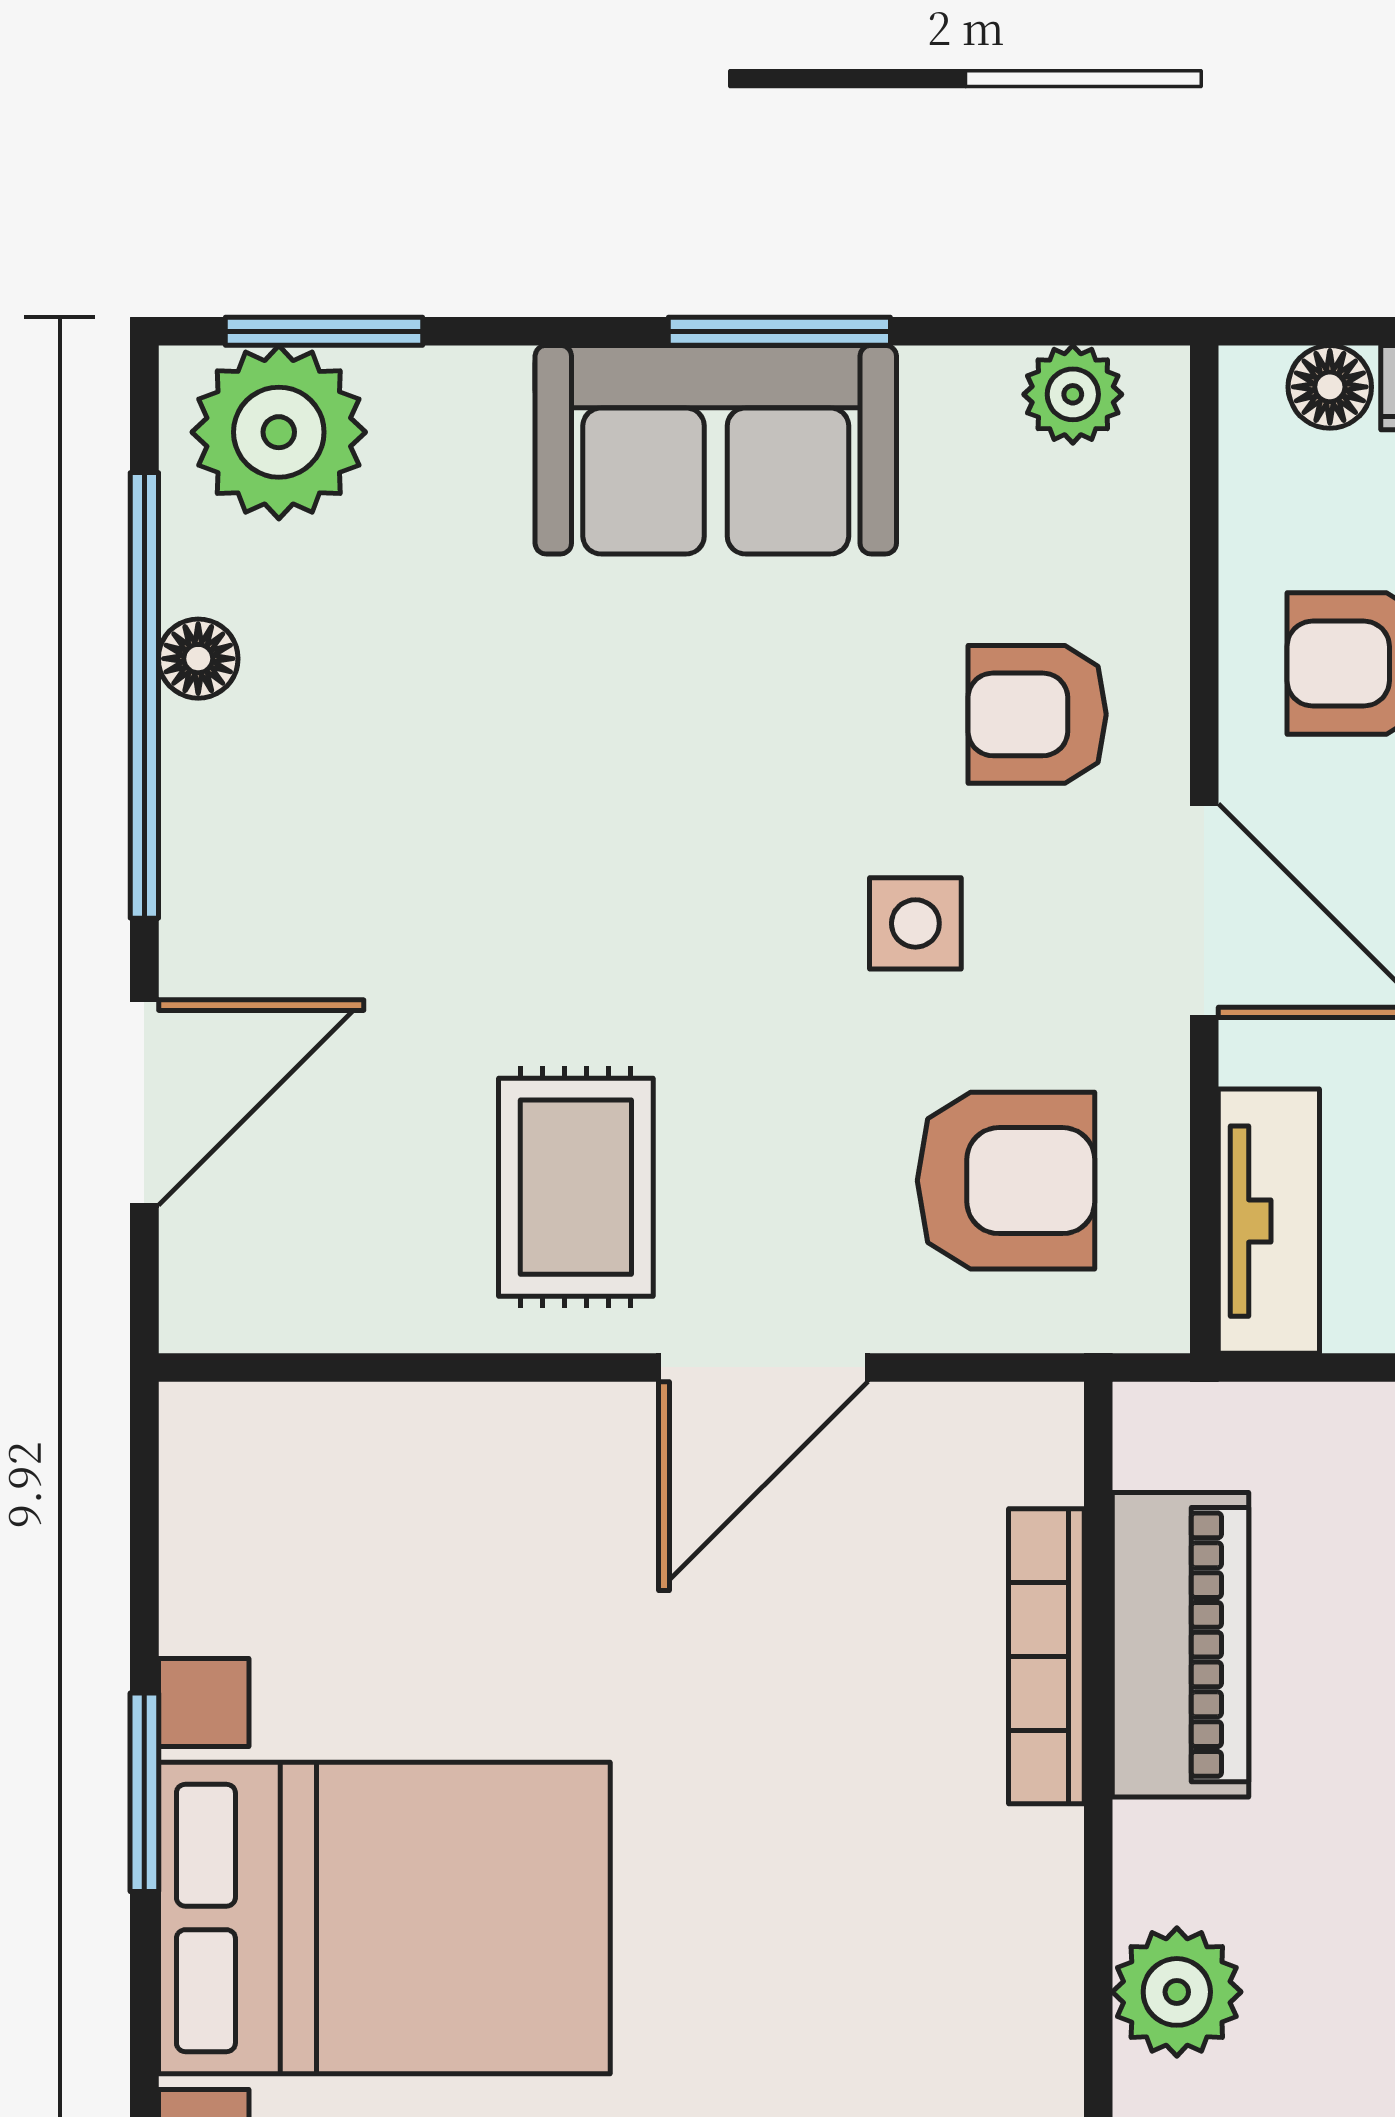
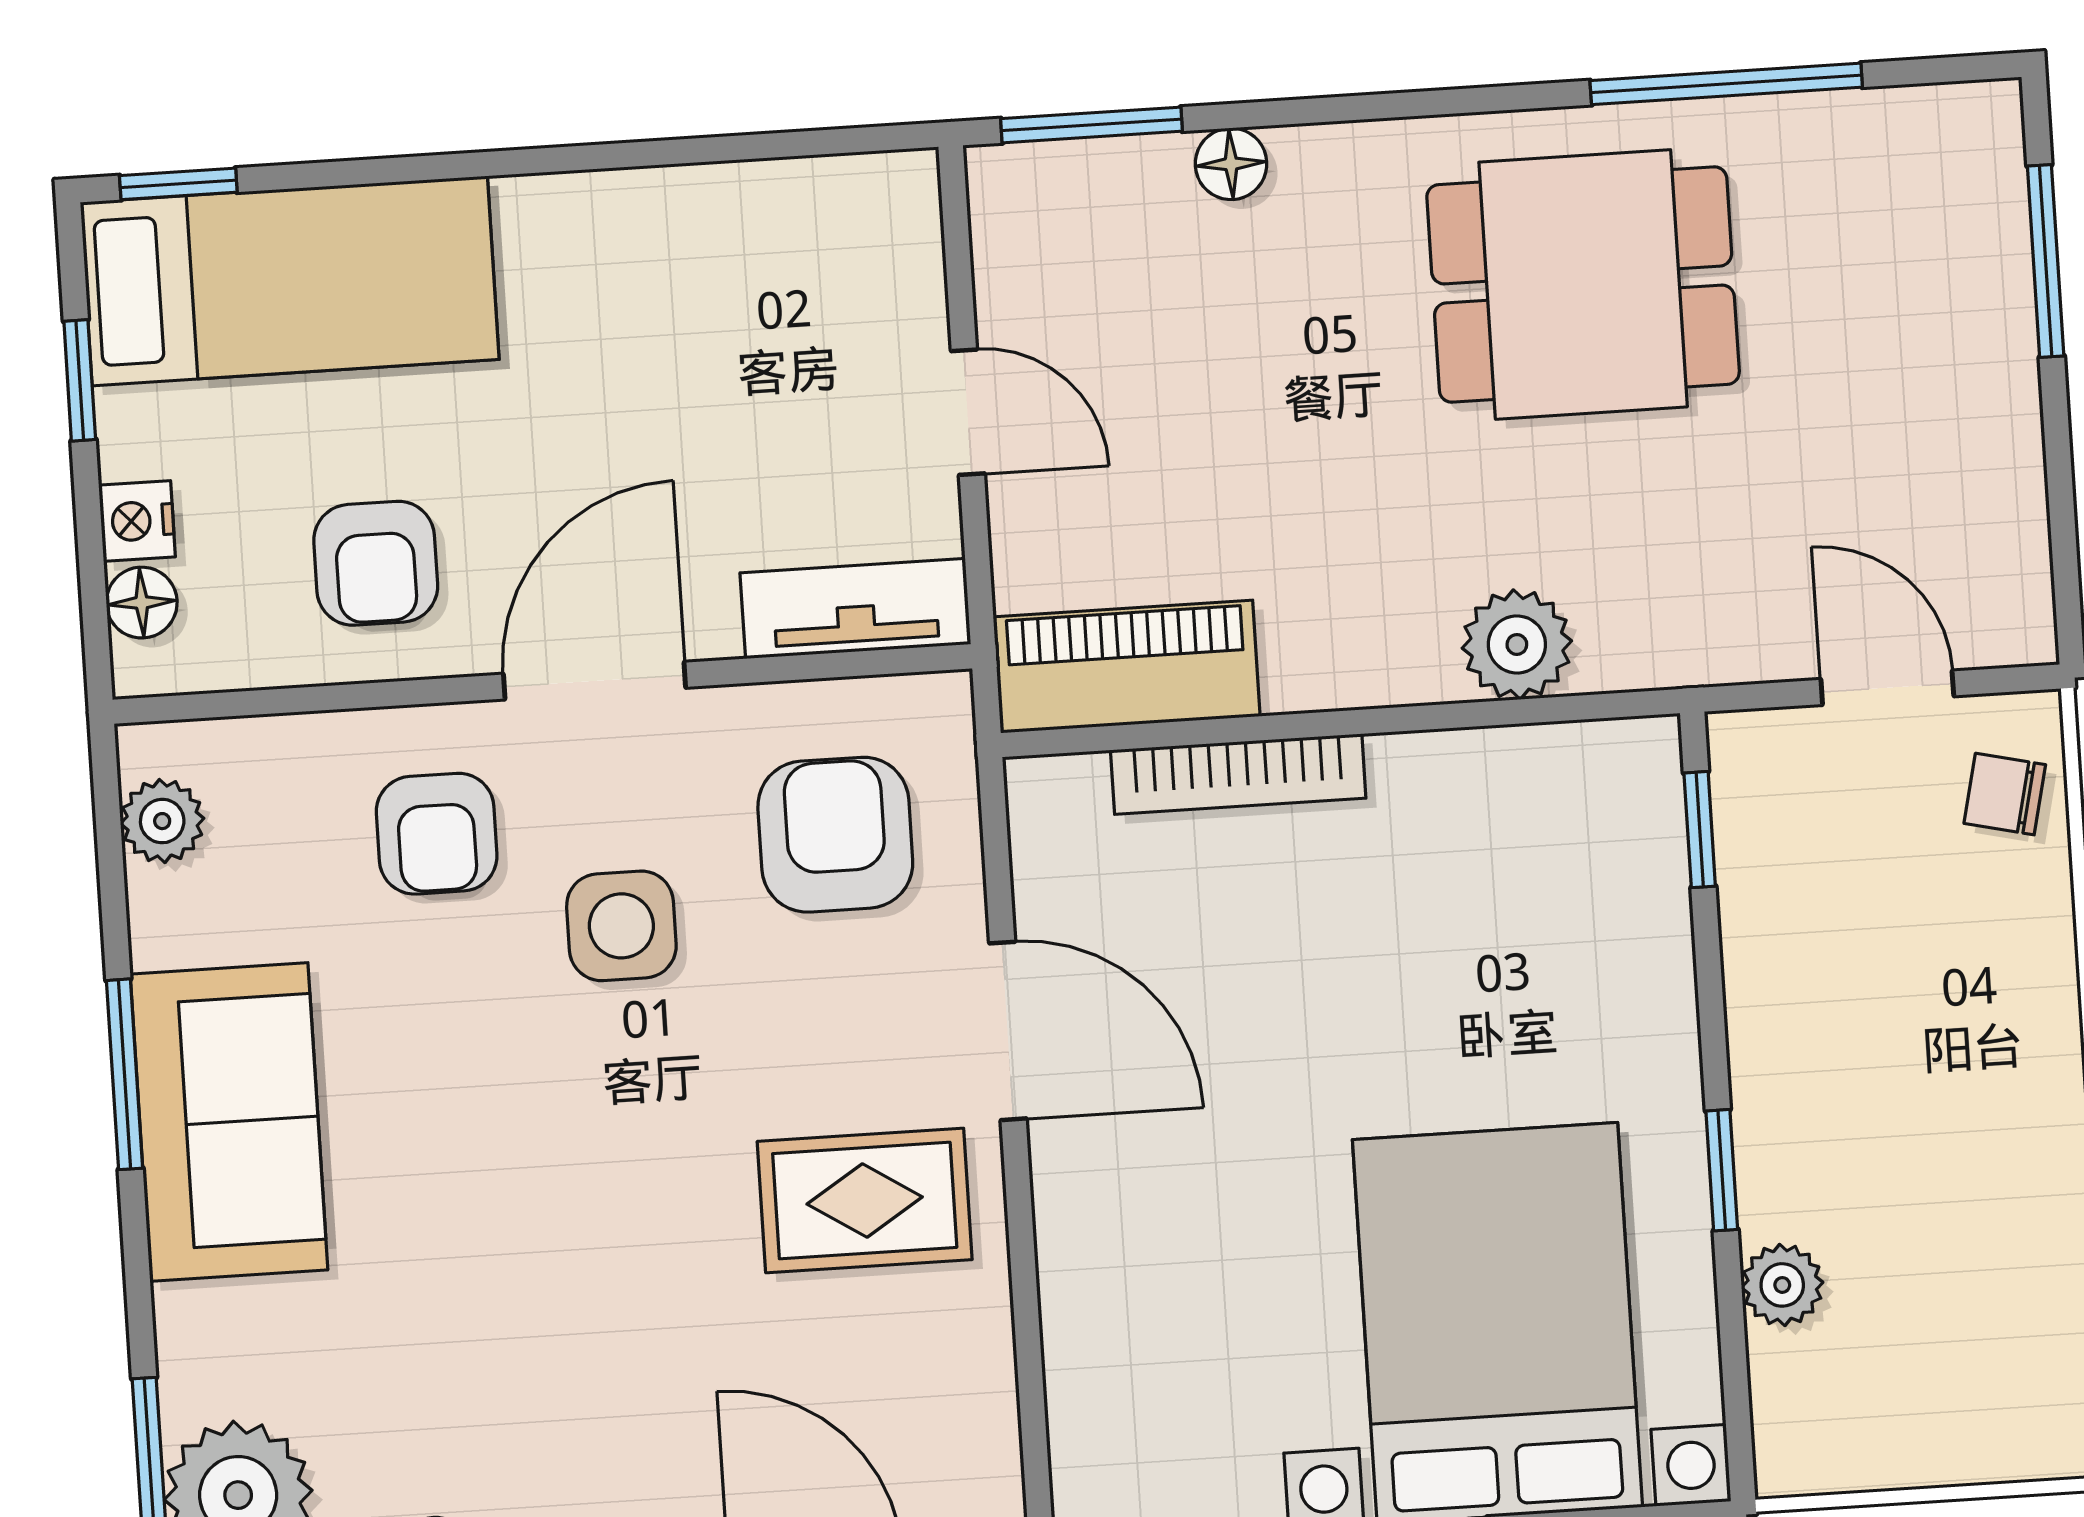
side table: (915, 923) -> (621, 926), width x1.37, depth x1.37
piano: (1181, 1645) -> (1127, 667), moved

